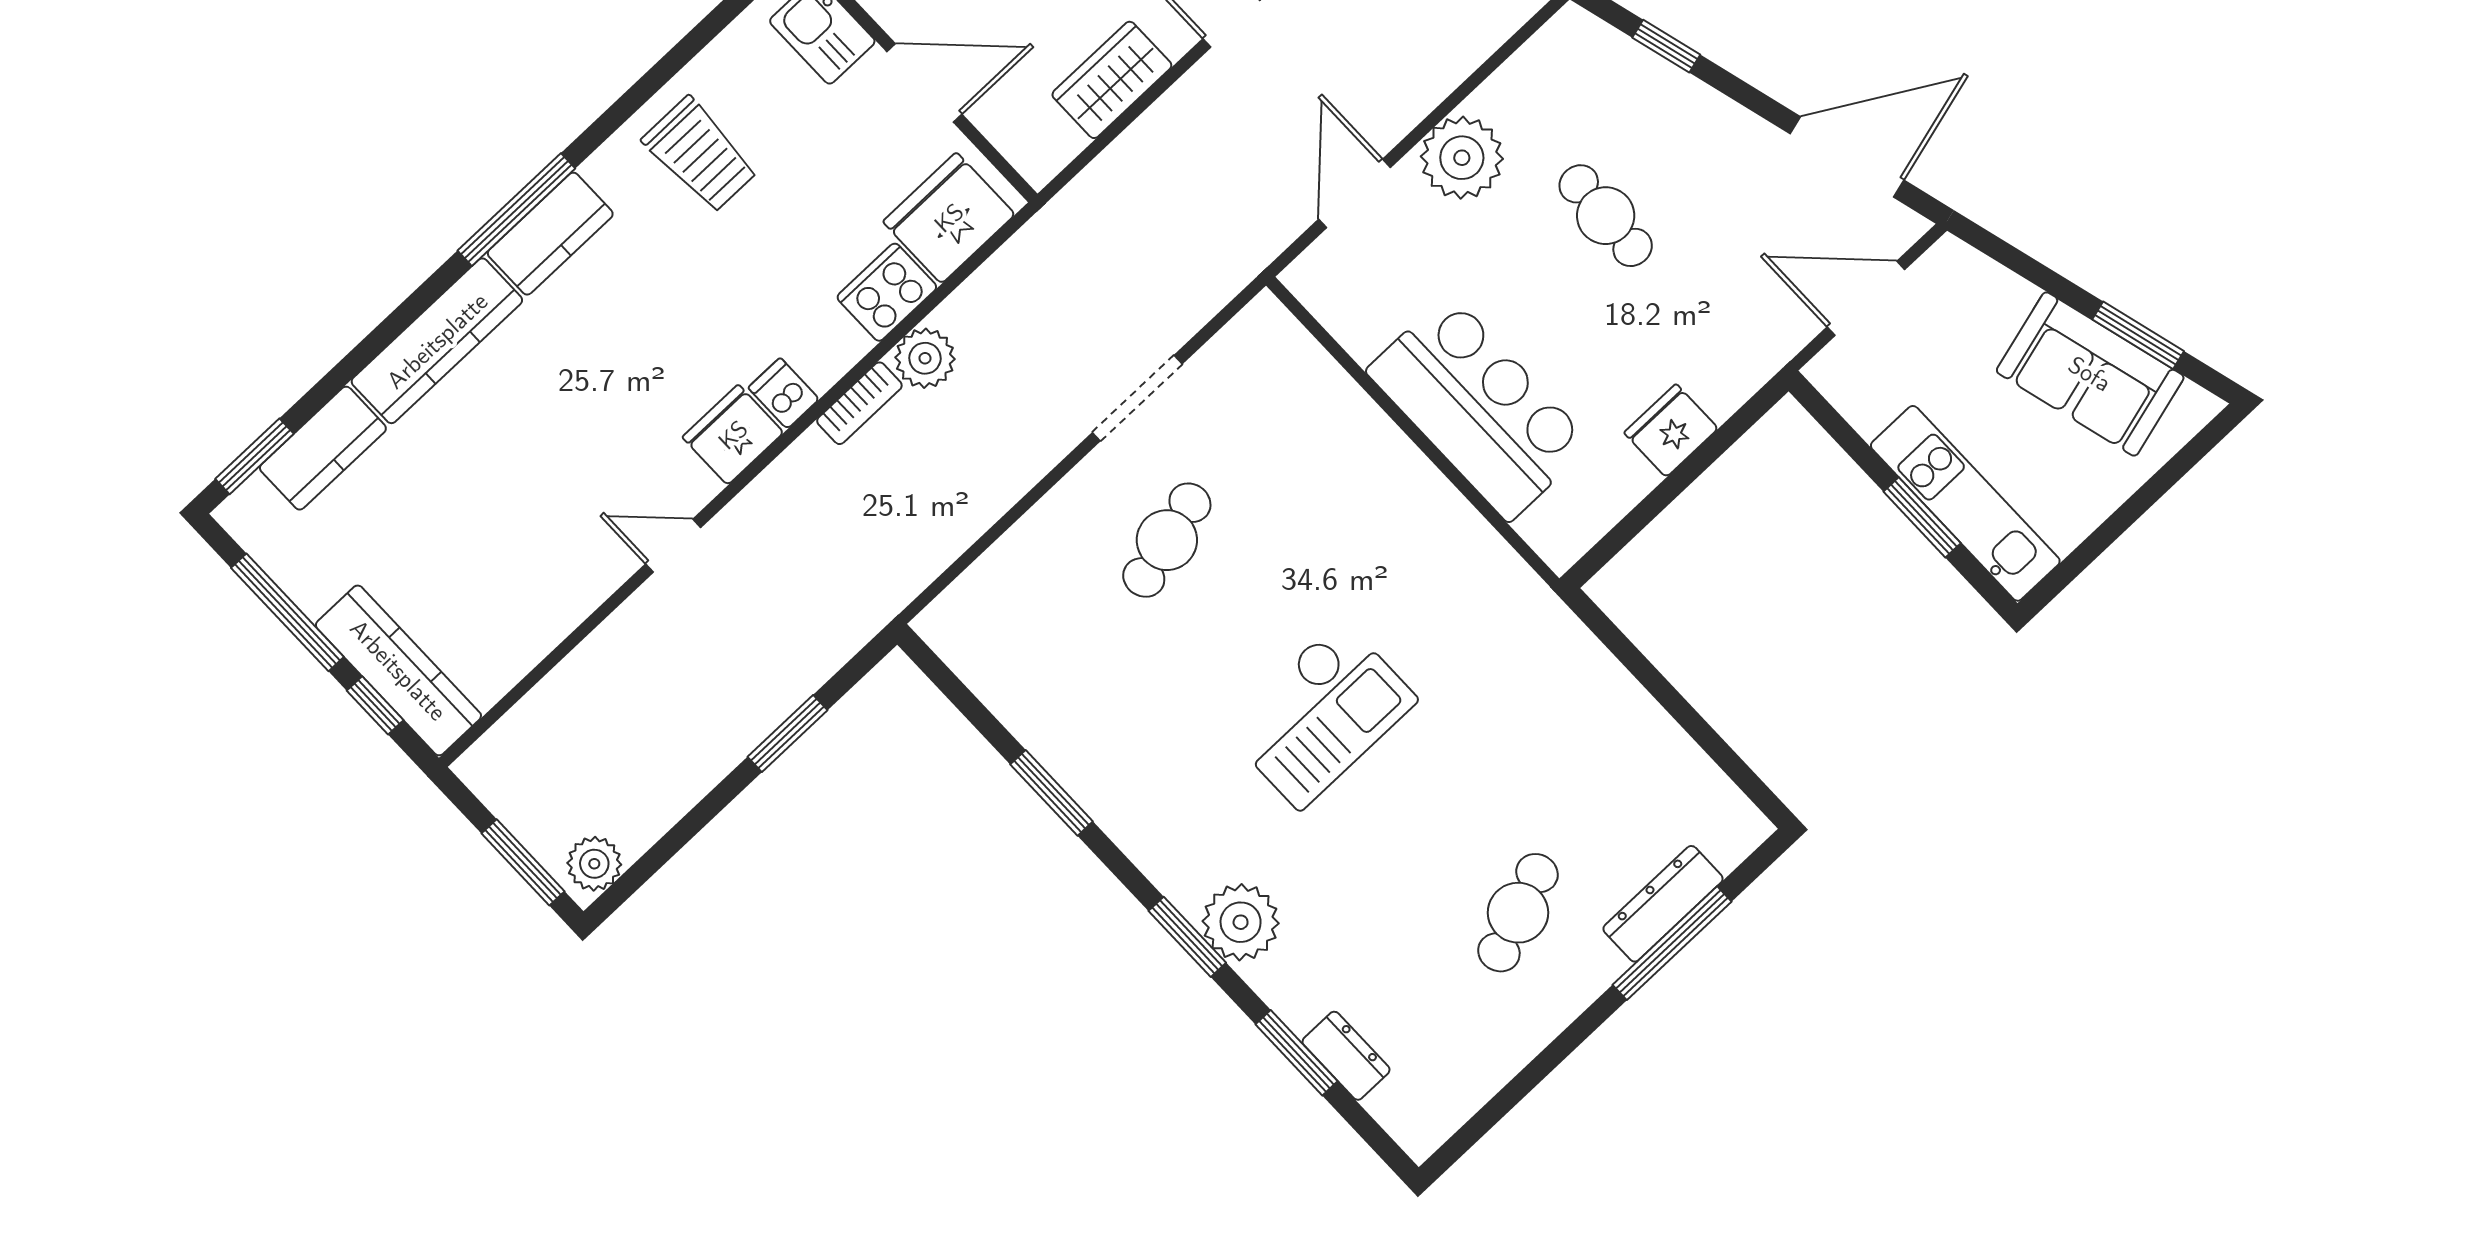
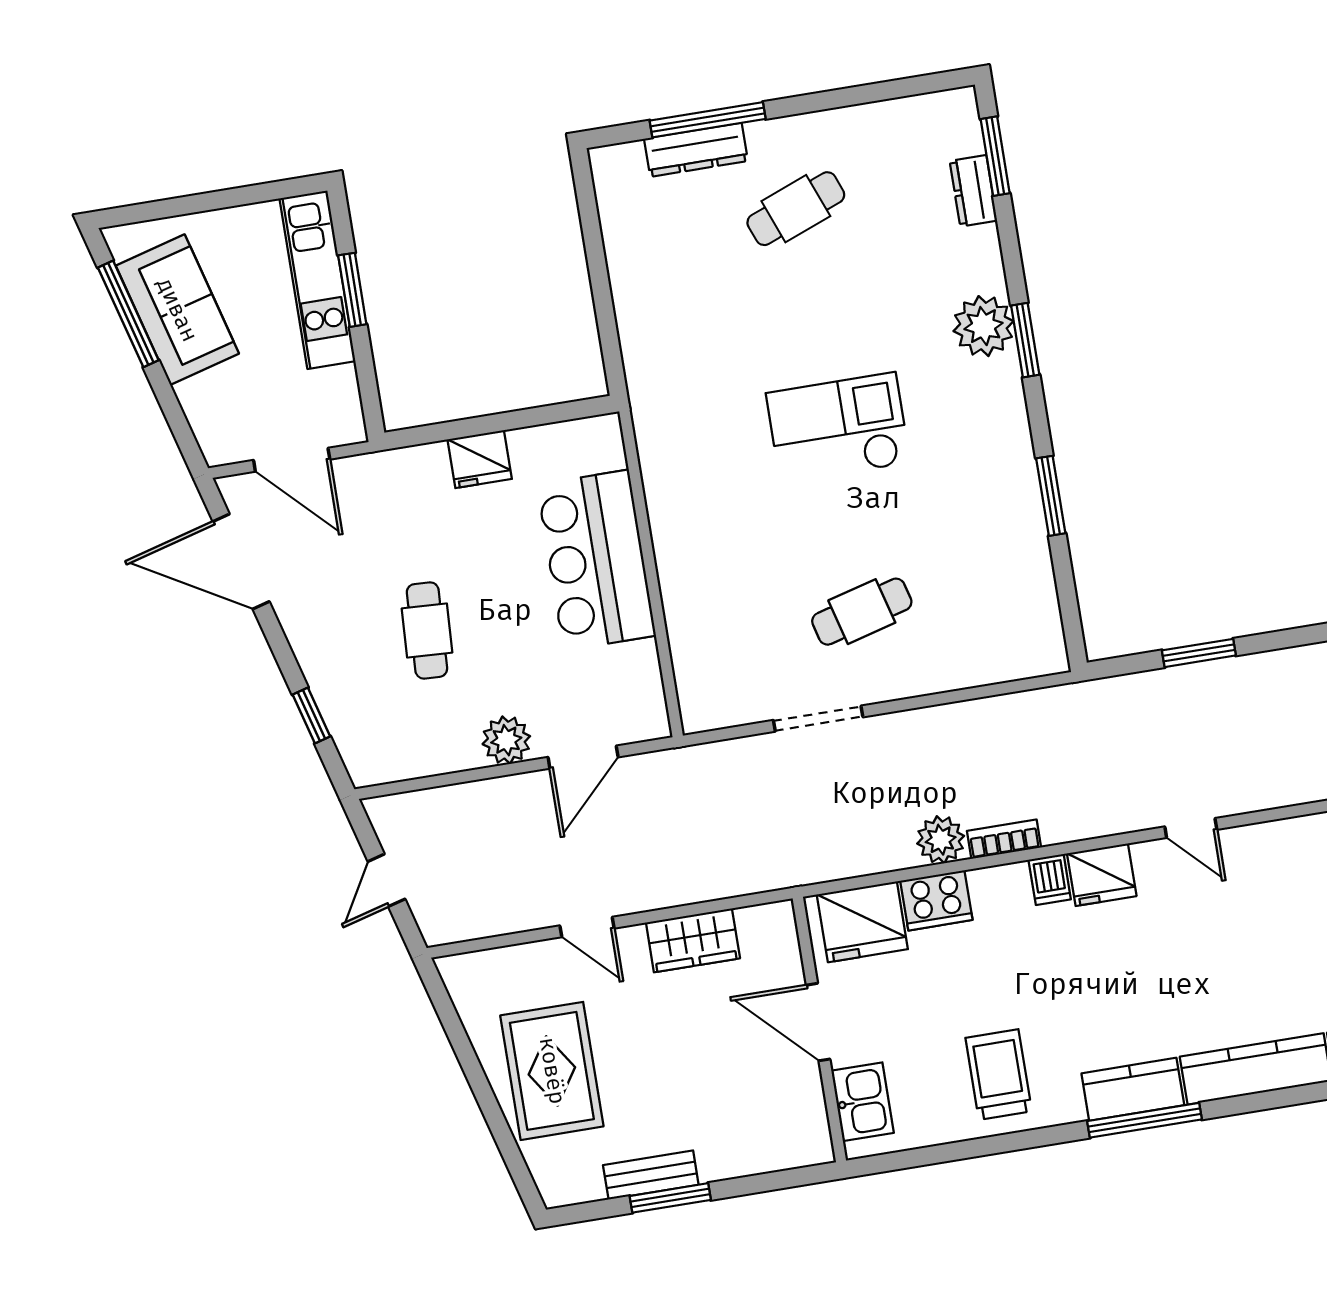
plant: (1462, 158) -> (506, 740), width x0.73, depth x0.73
window: (2138, 335) -> (128, 314), width x1.44
window: (1296, 1053) -> (995, 156), moved

